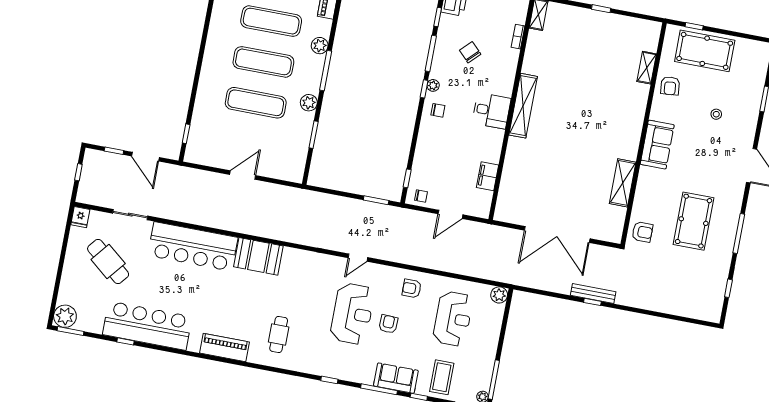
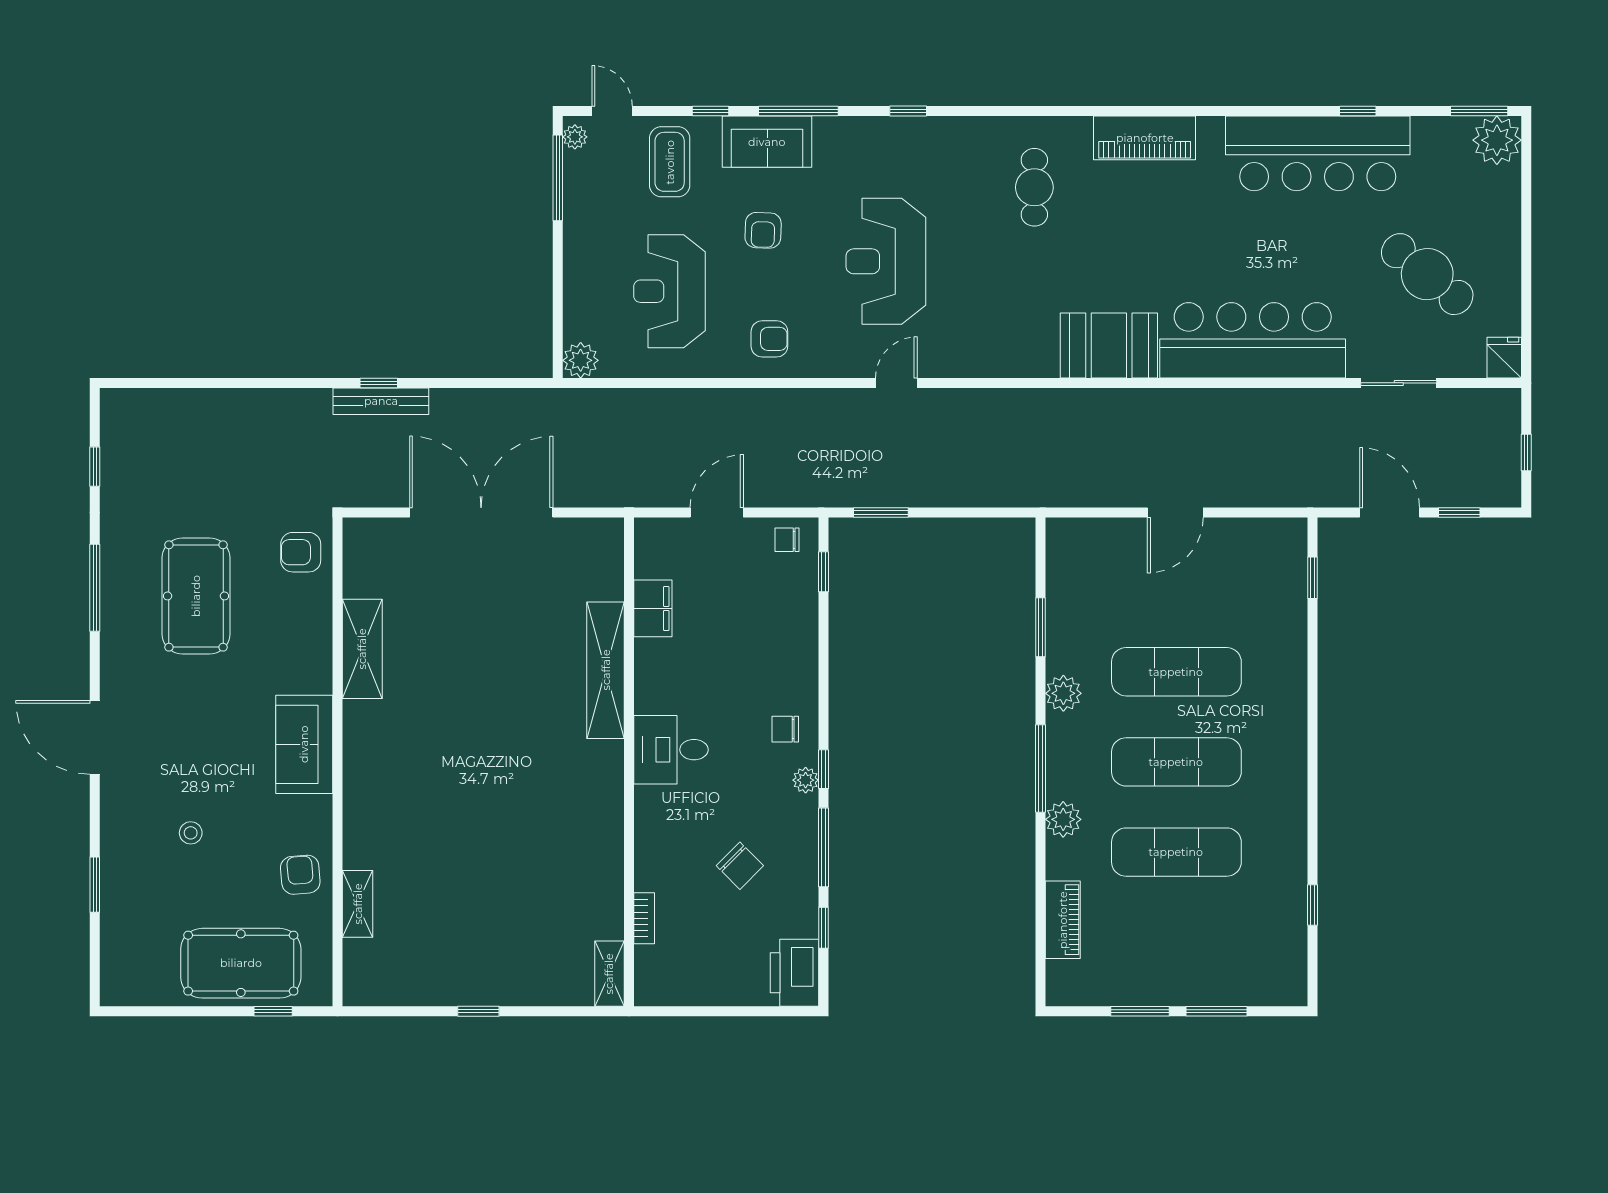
shelving: (523, 106) -> (606, 670), moved
armchair: (388, 324) -> (763, 230), moved

